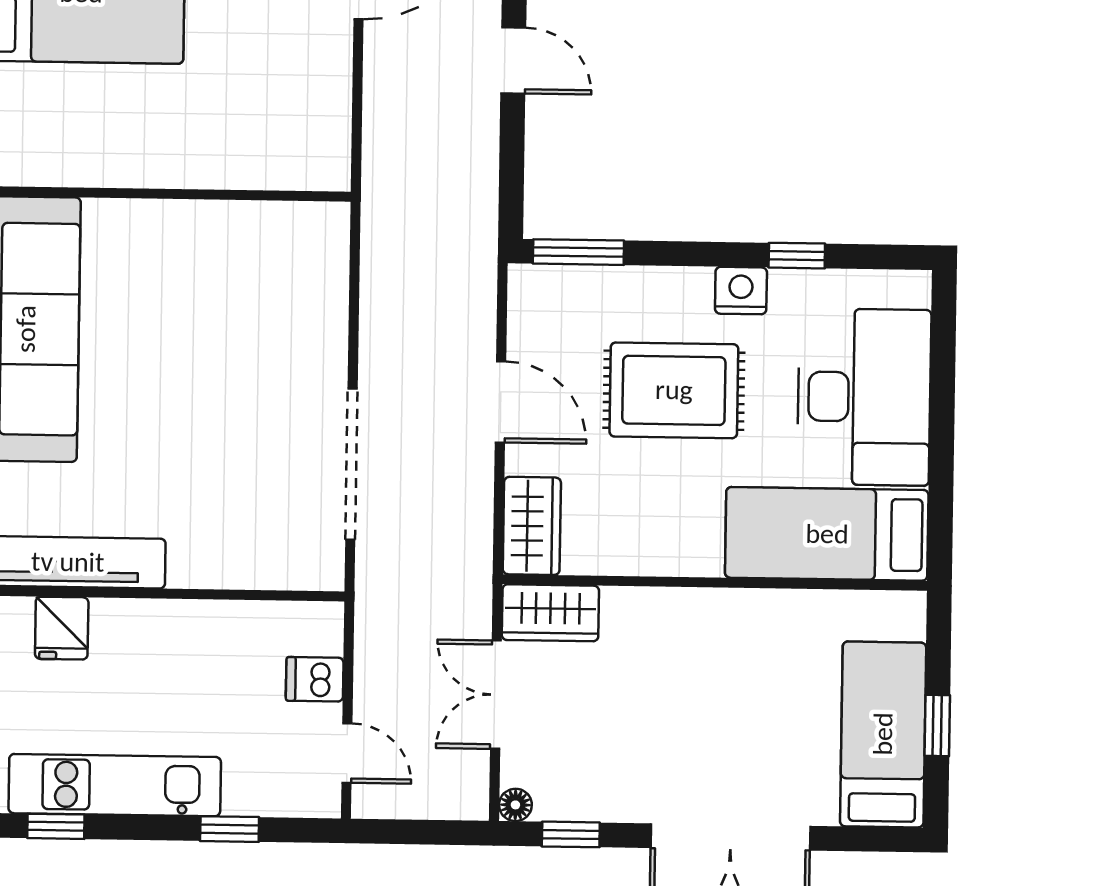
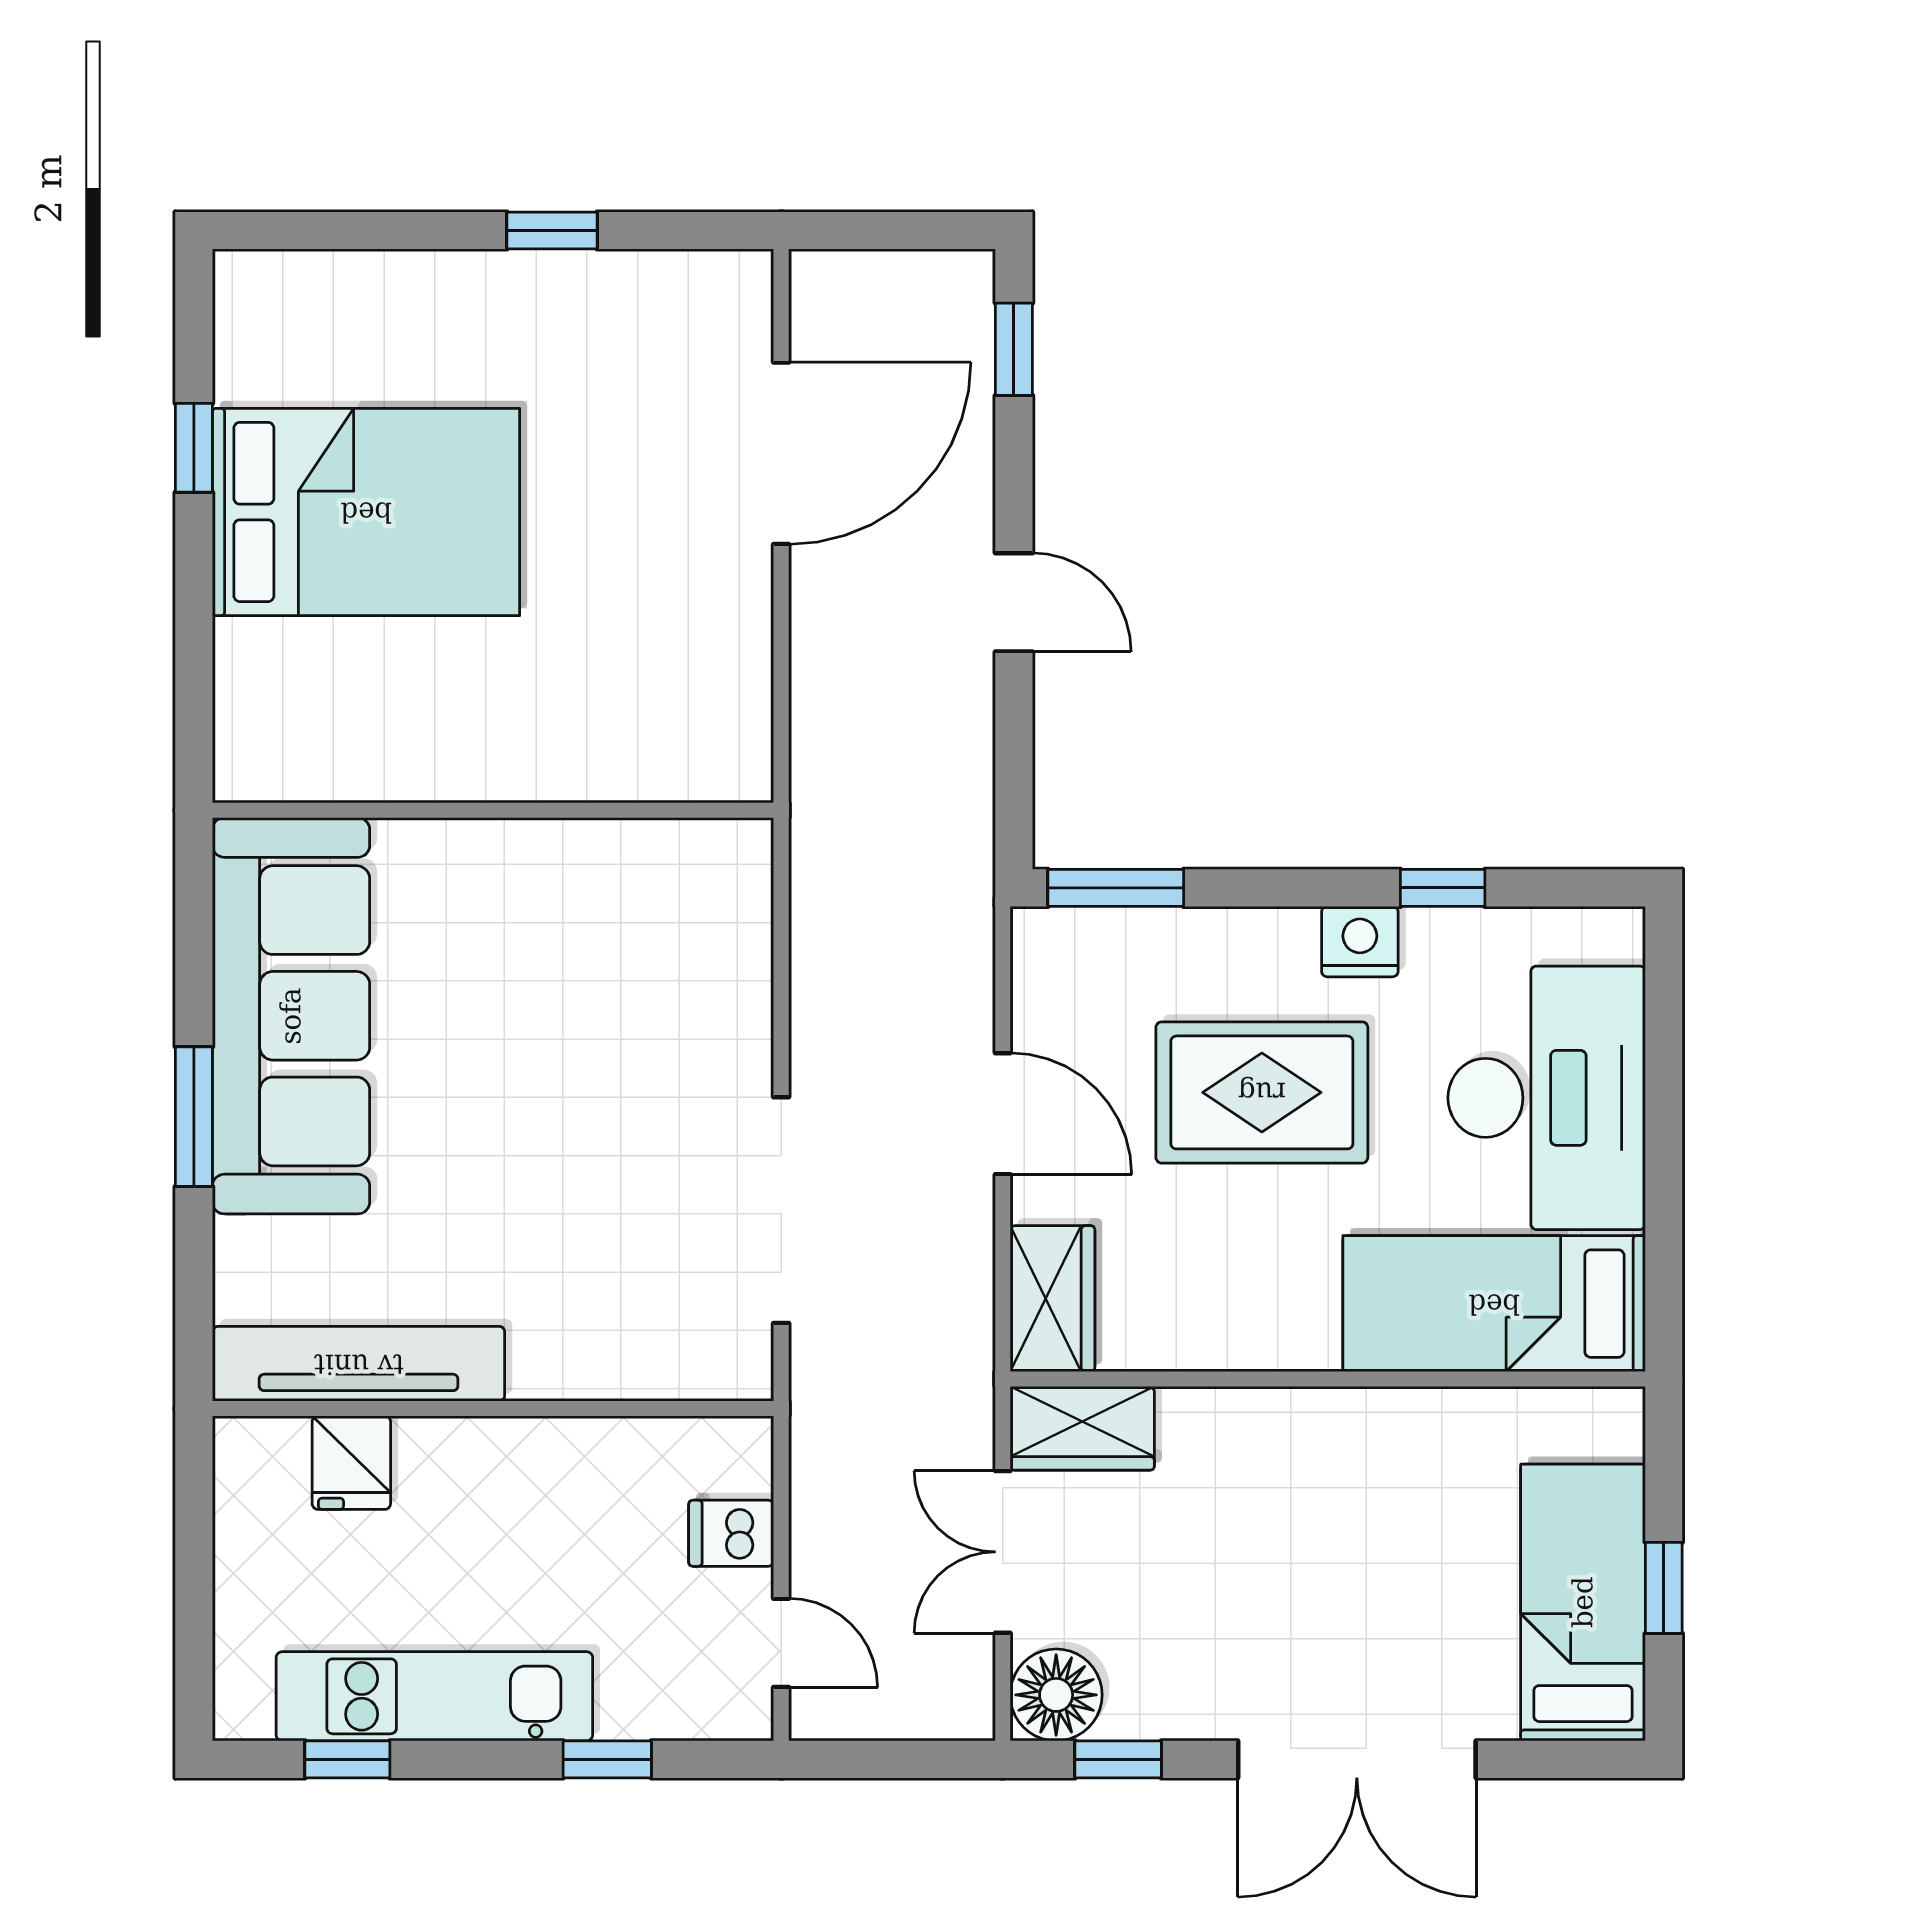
floor lamp: (515, 805) -> (1056, 1695), width x1.89, depth x1.89

